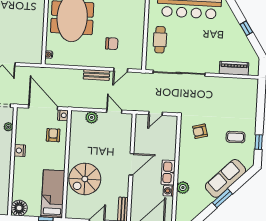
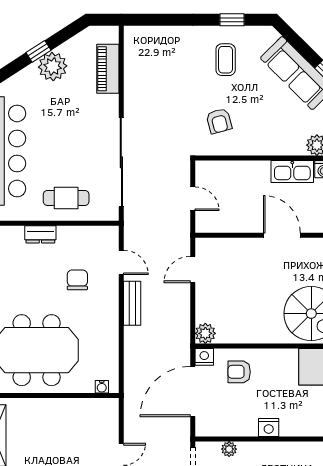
dresser: (140, 24) -> (40, 234), added
plant: (237, 36) -> (53, 67), added
plant: (92, 117) -> (205, 333), moved

